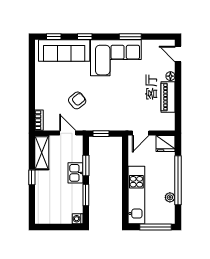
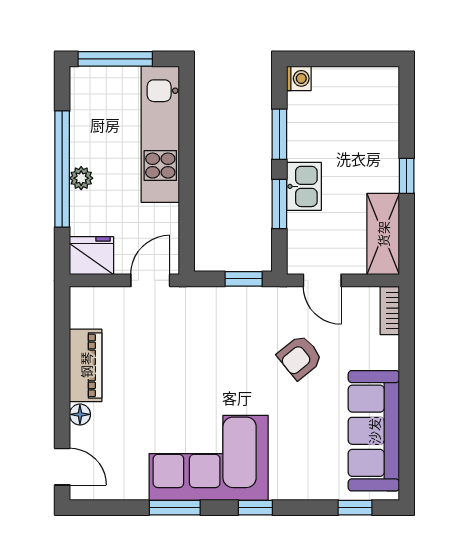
window: (85, 37) -> (255, 508), moved
sofa: (64, 51) -> (374, 431), moved, turned -90
plant: (170, 197) -> (81, 178), moved

